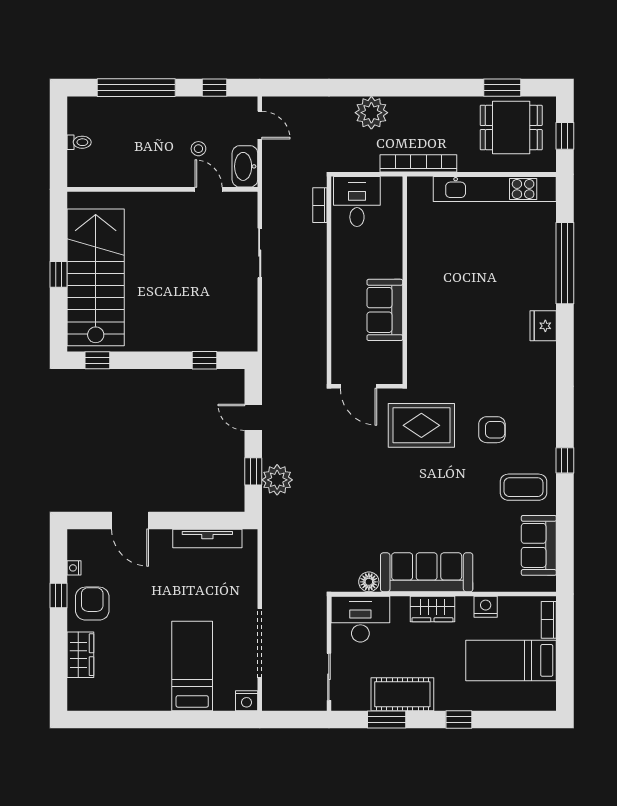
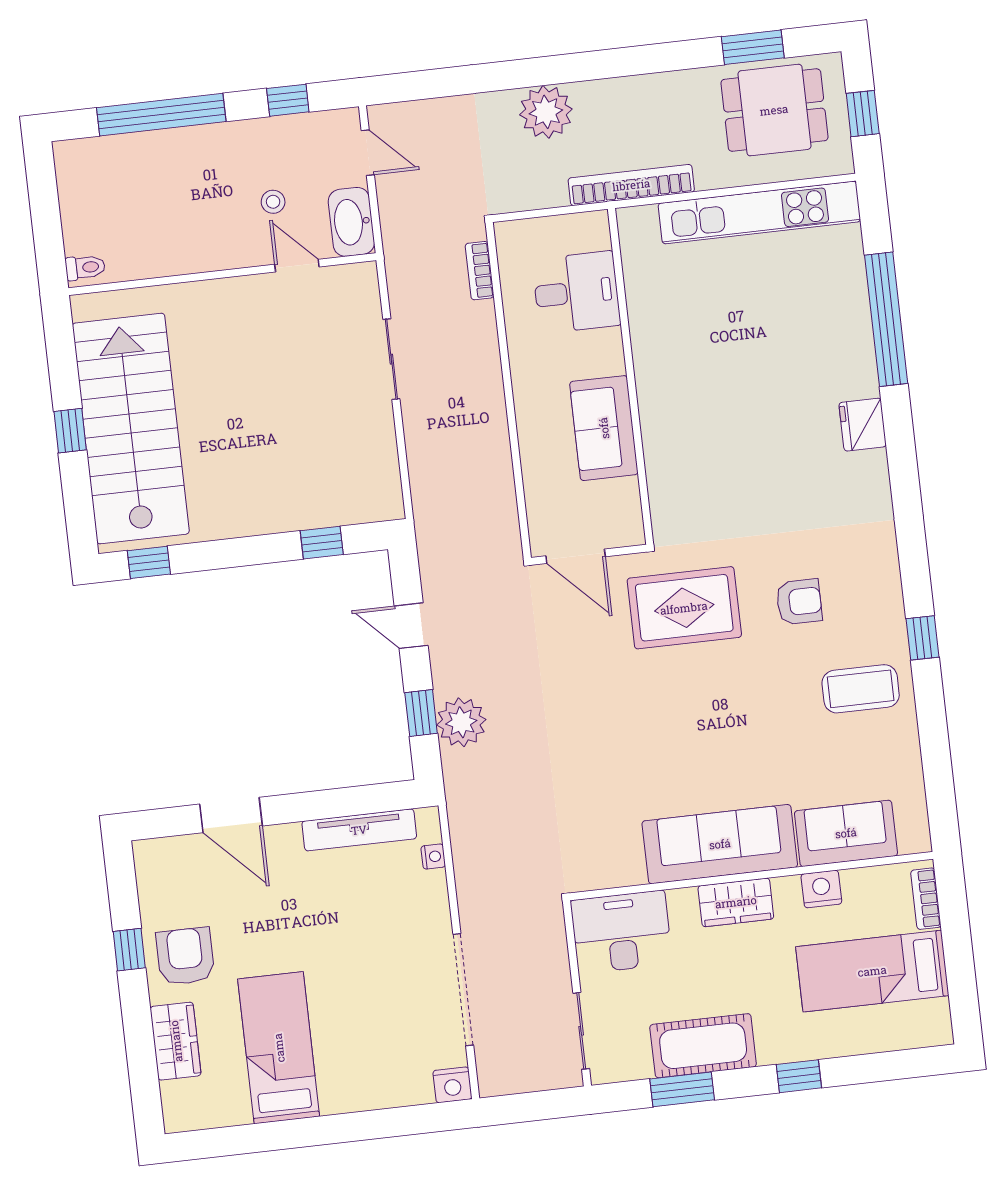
toilet: (79, 142) -> (85, 267), moved
desk: (357, 201) -> (576, 292), moved, turned 90
sofa: (539, 545) -> (846, 833), moved, turned 90
nightstand: (74, 568) -> (433, 857), moved, turned 180
floor lamp: (369, 582) -> (628, 870), removed
bed: (192, 666) -> (279, 1048), moved

